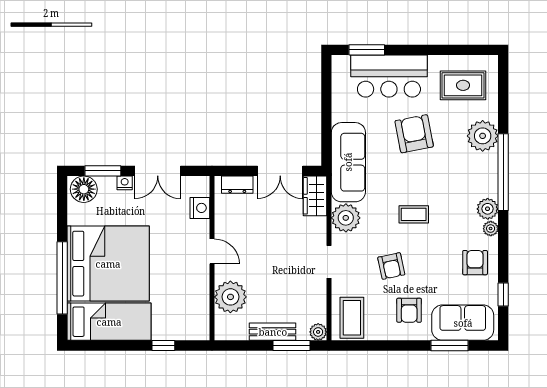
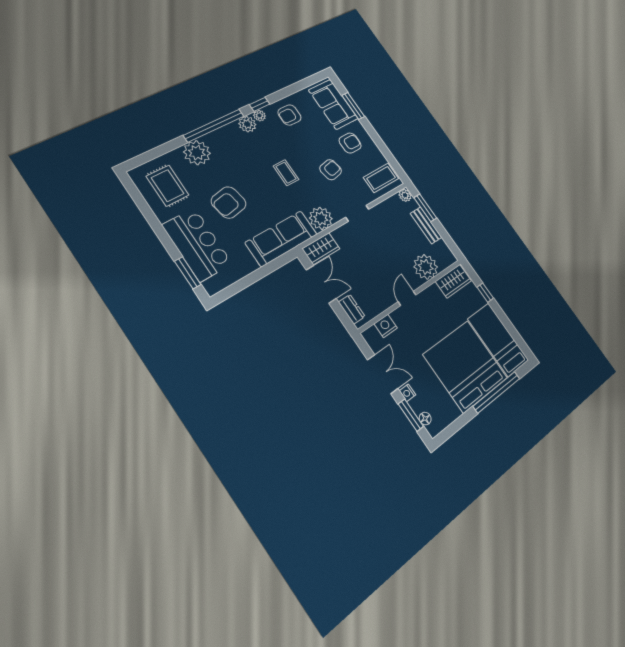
floor lamp: (84, 189) -> (425, 419), width x0.53, depth x0.53
window: (503, 294) -> (260, 104), moved
wardrobe: (197, 317) -> (453, 281), added

